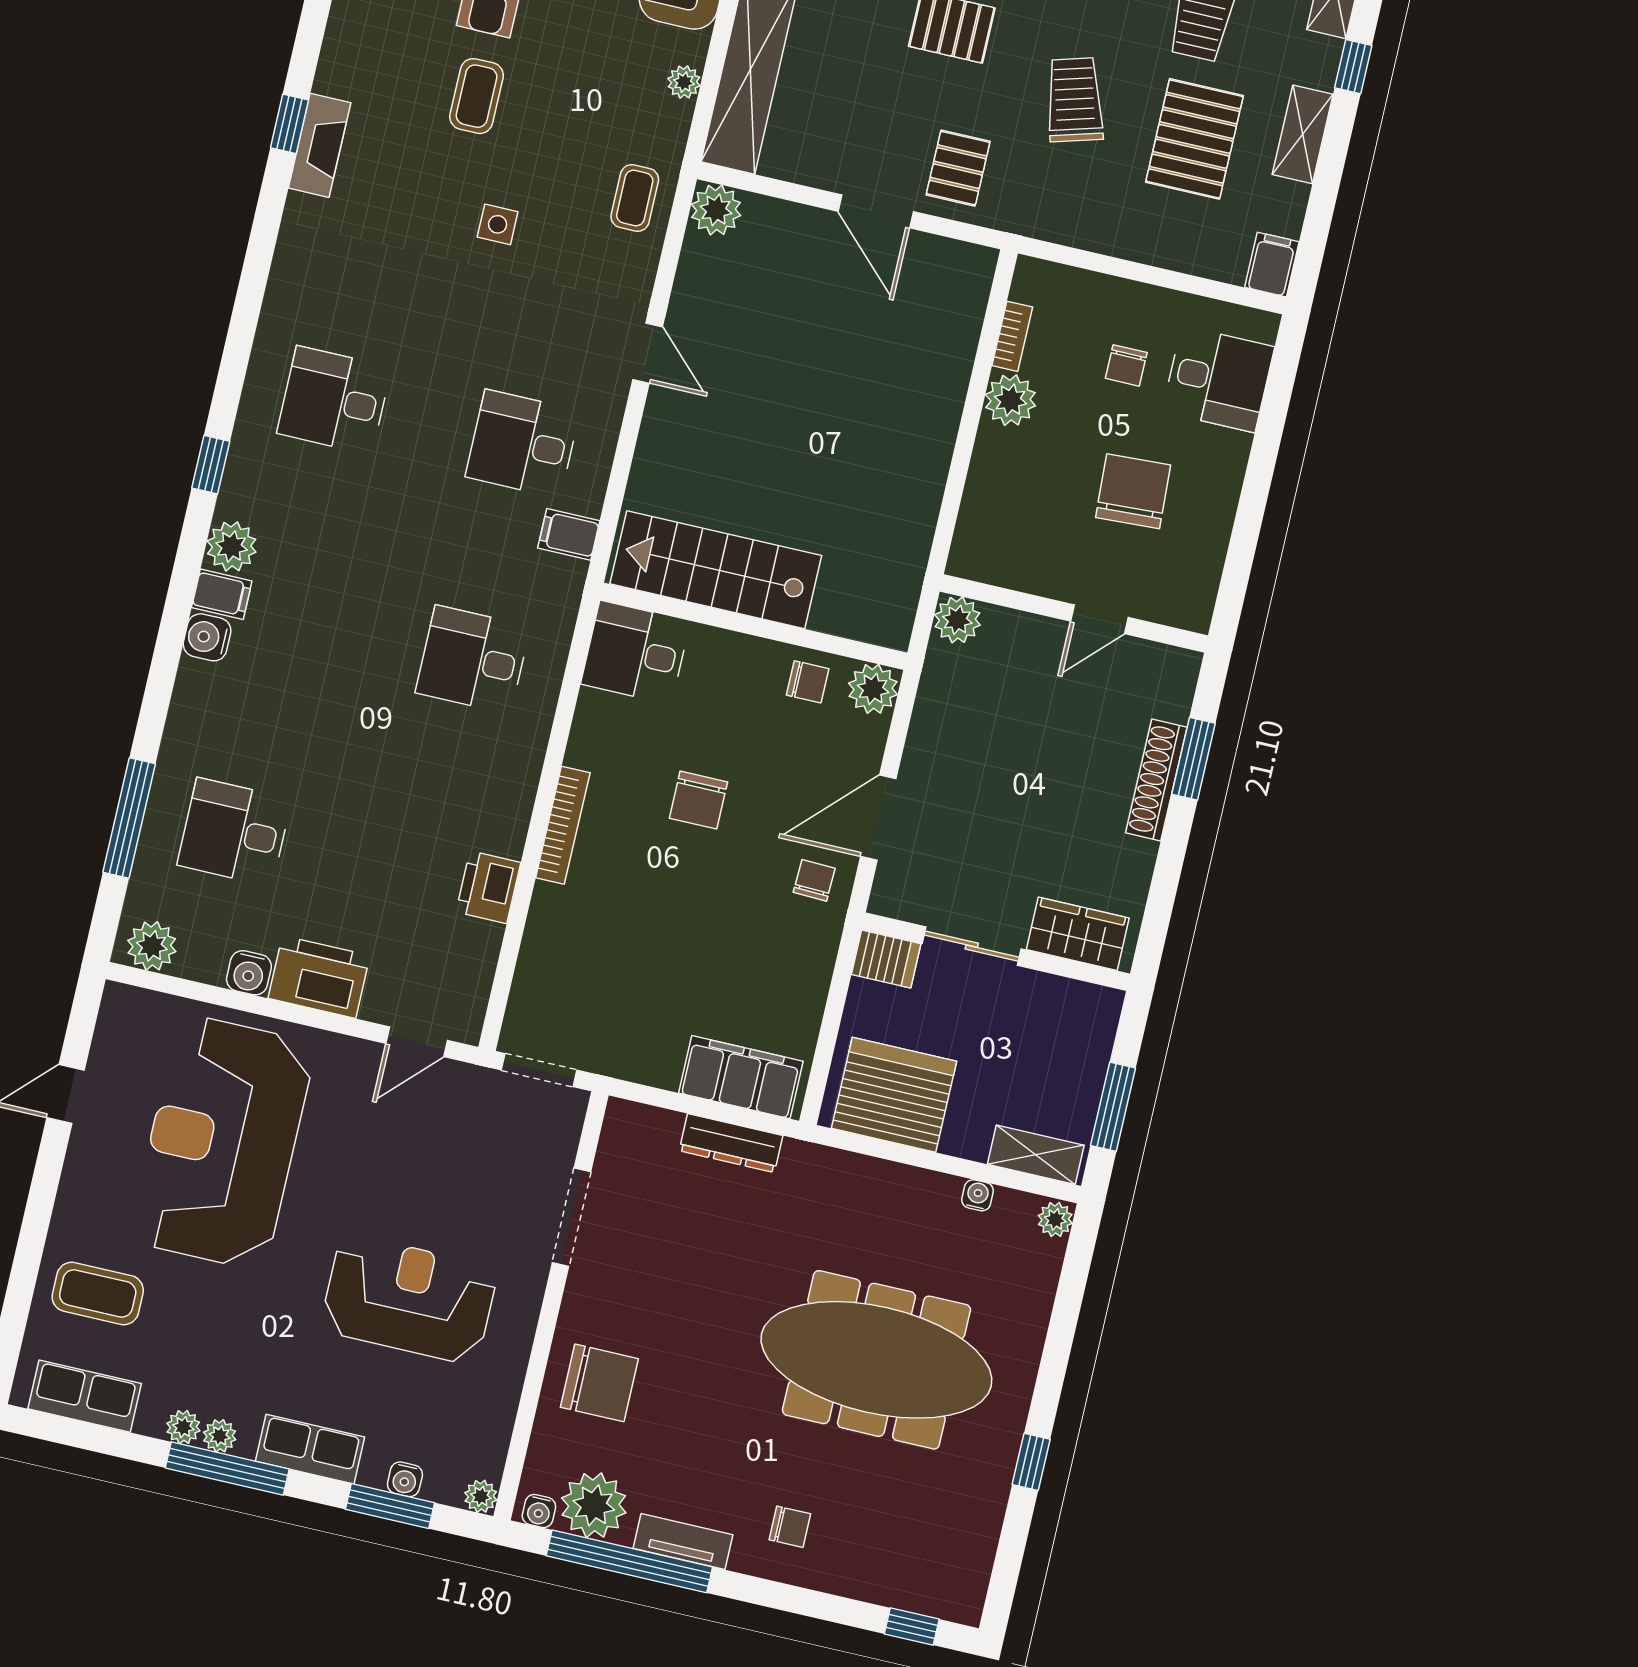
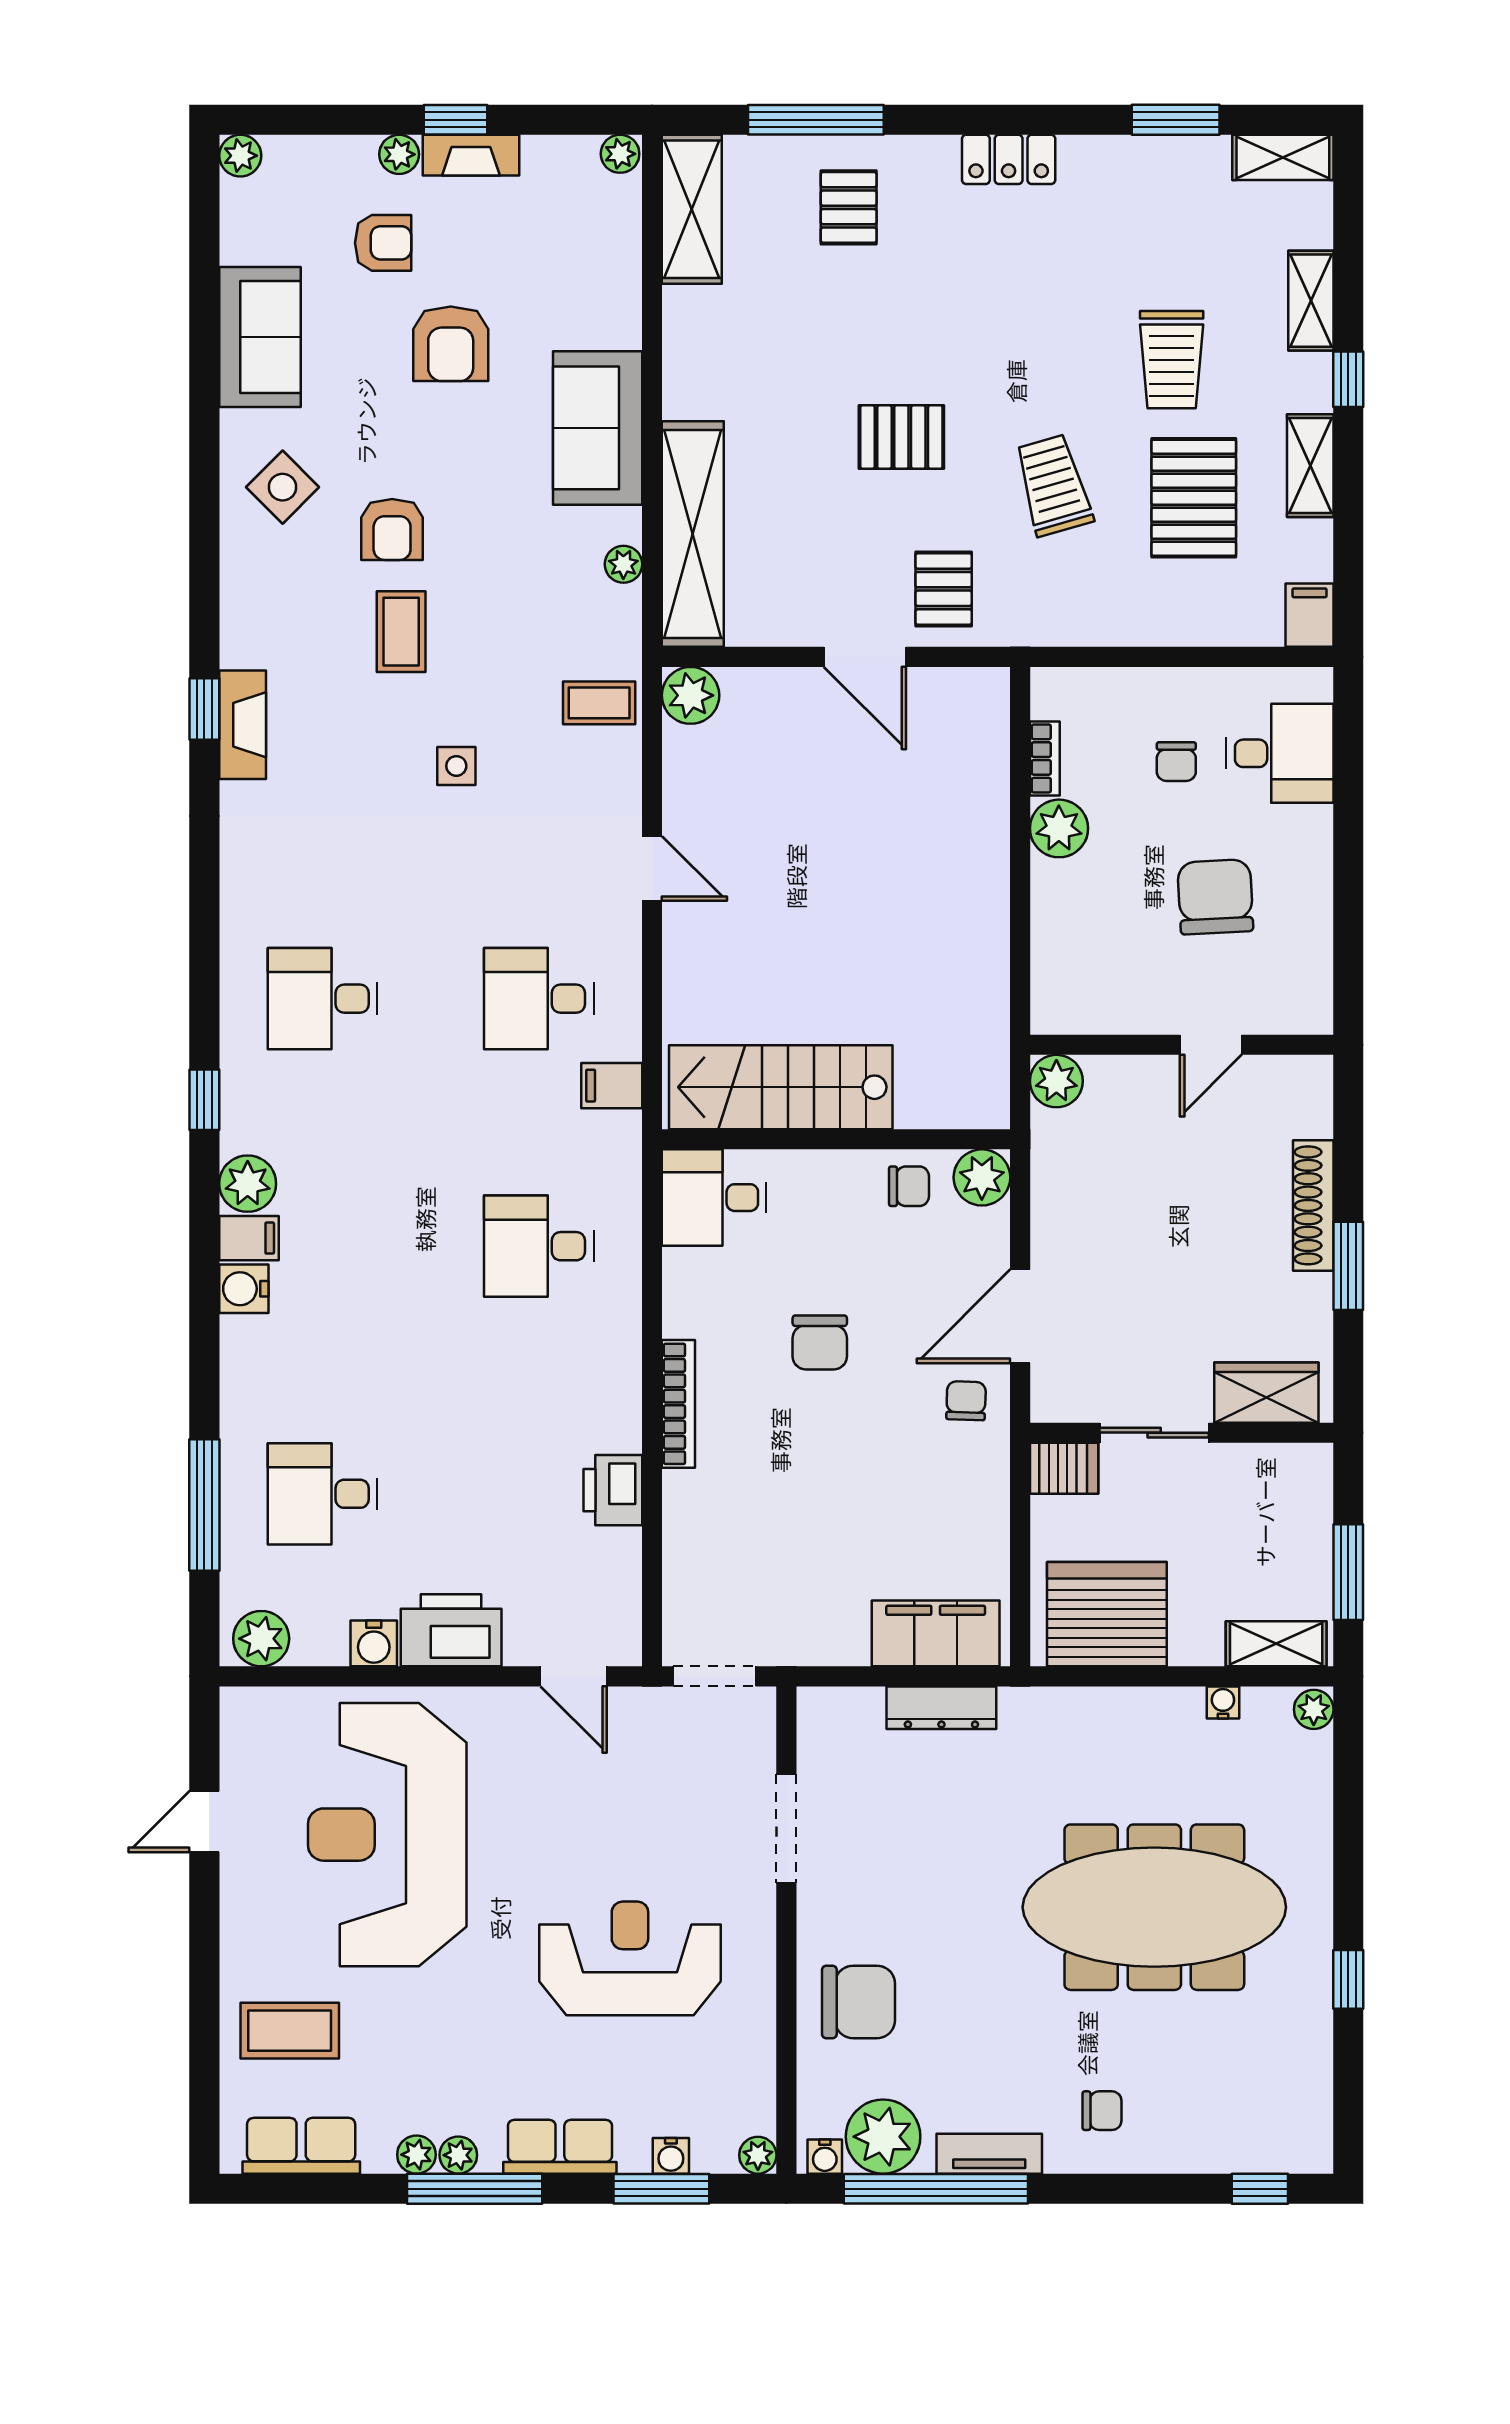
coffee table: (635, 198) -> (599, 703), turned 90
window: (1193, 759) -> (1348, 1266), moved
door: (417, 1042) -> (574, 1676), hinge flipped

